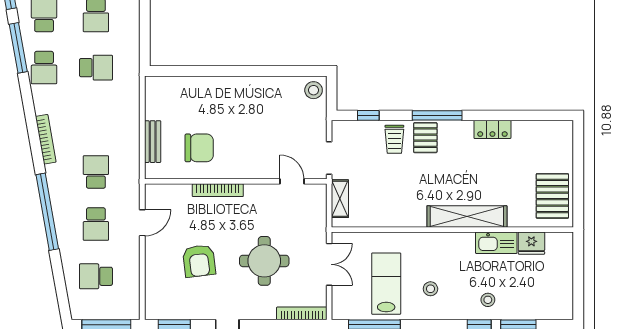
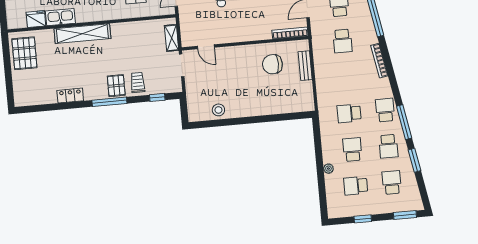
stool: (314, 90) -> (218, 110), moved
bookcase: (218, 190) -> (290, 33), moved

